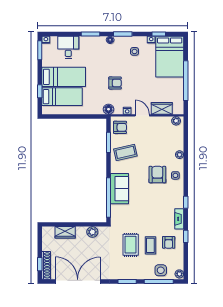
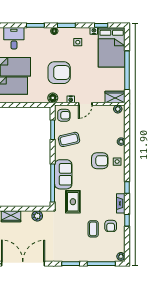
armchair: (115, 83) -> (59, 73), width x1.88, depth x1.88
wardrobe: (162, 108) -> (115, 97), moved
door: (142, 115) -> (85, 104), swing flipped
armchair: (157, 175) -> (100, 161), turned 90
rug: (131, 245) -> (73, 202), moved
side table: (161, 270) -> (103, 253), removed

